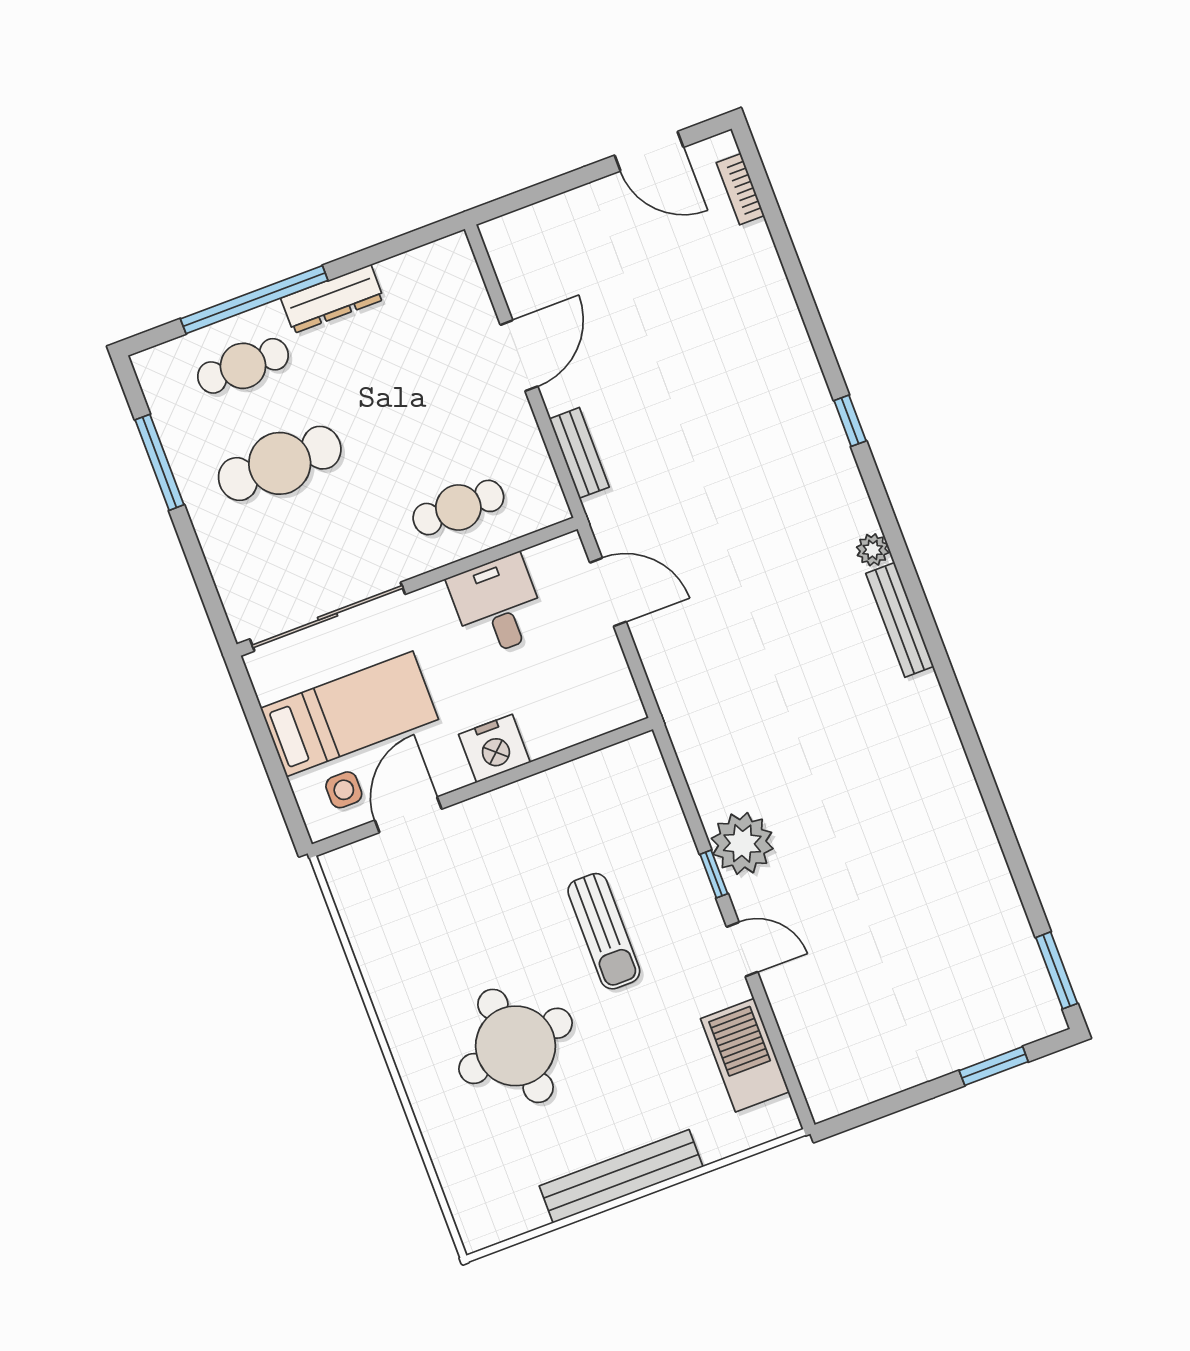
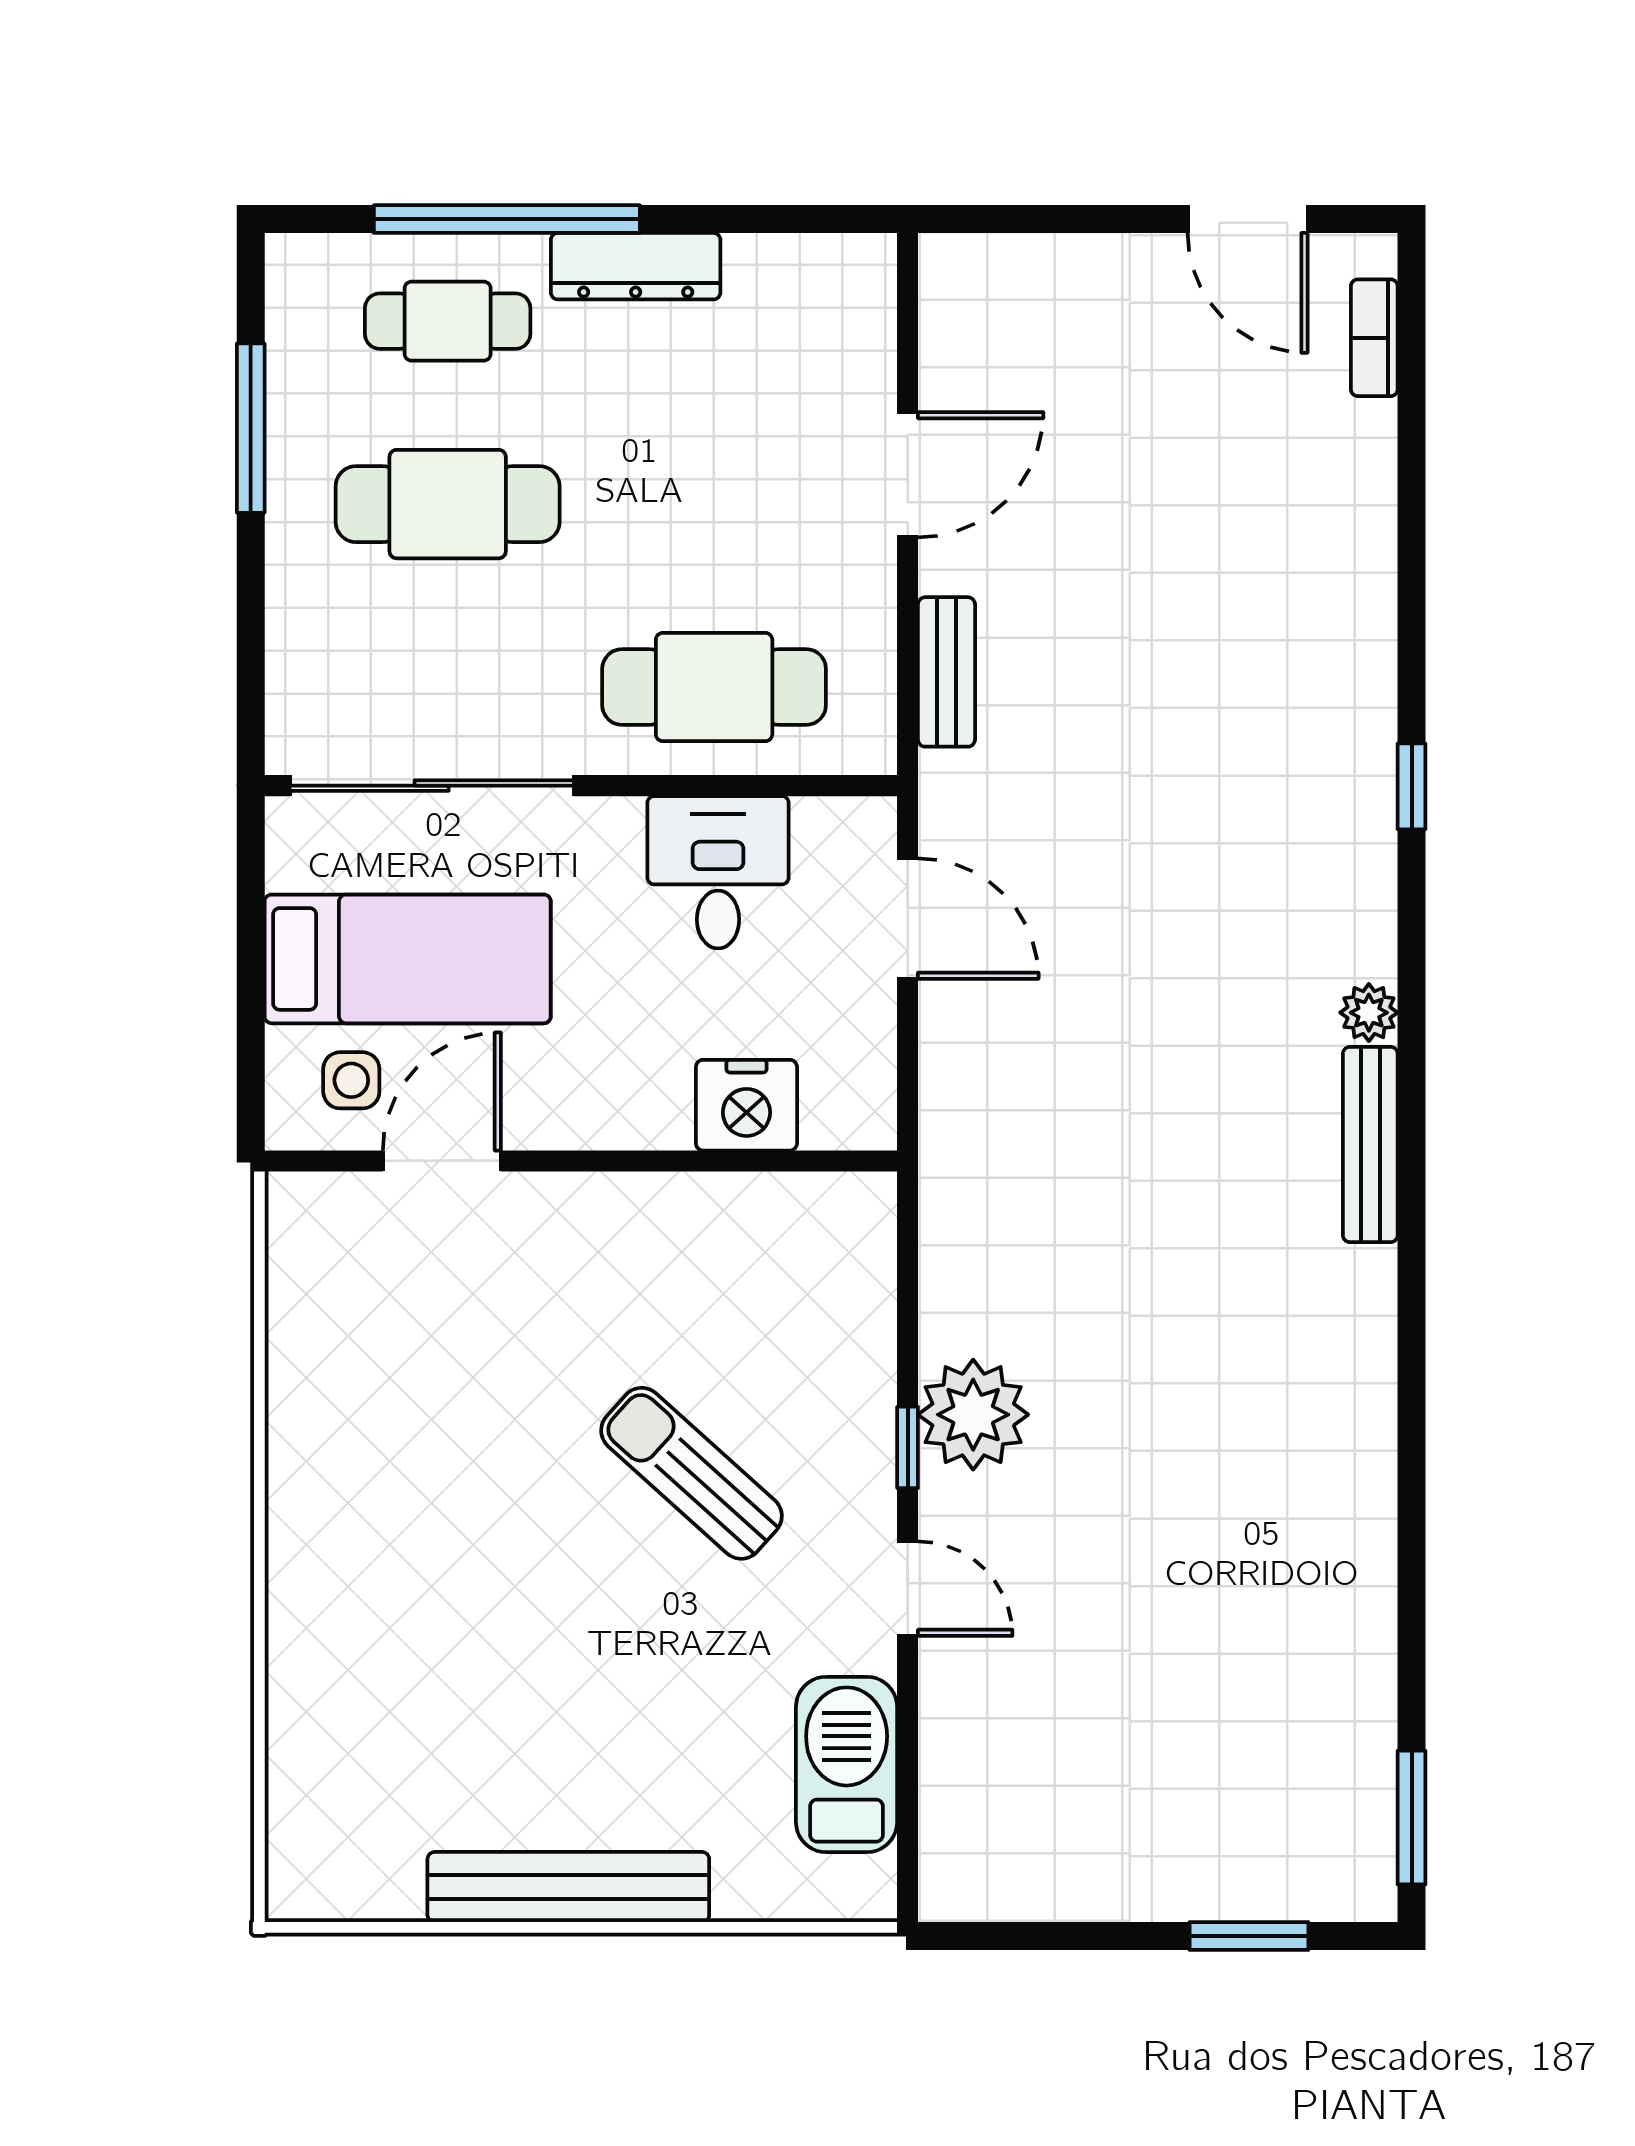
cafe table: (458, 507) -> (714, 687), width x1.37, depth x1.35
nightstand: (494, 748) -> (746, 1105), moved
sun lounger: (604, 931) -> (691, 1473), turned 132
round table: (516, 1046) -> (475, 1607), removed

